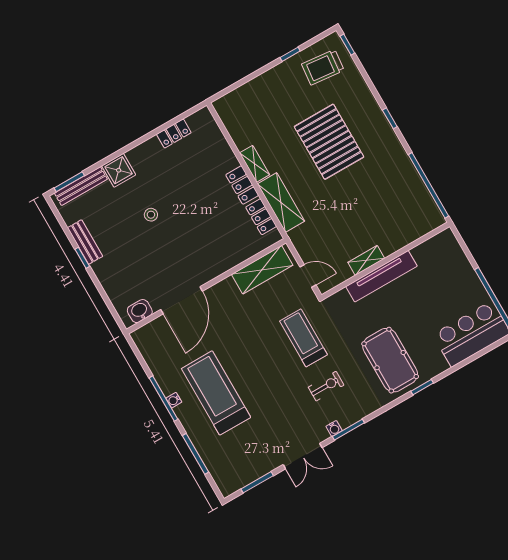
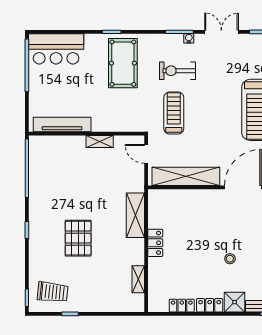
pallet: (329, 142) -> (78, 238), width x0.73, depth x0.71
shelving: (255, 164) -> (138, 279), moved
locker: (261, 217) -> (210, 305), moved, turned -90
shelving: (262, 270) -> (186, 176), width x1.47
tv unit: (381, 276) -> (62, 124), moved
treadmill: (303, 338) -> (174, 113), turned 180
exercise bike: (326, 386) -> (177, 71), width x1.38, depth x1.39

